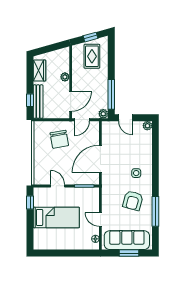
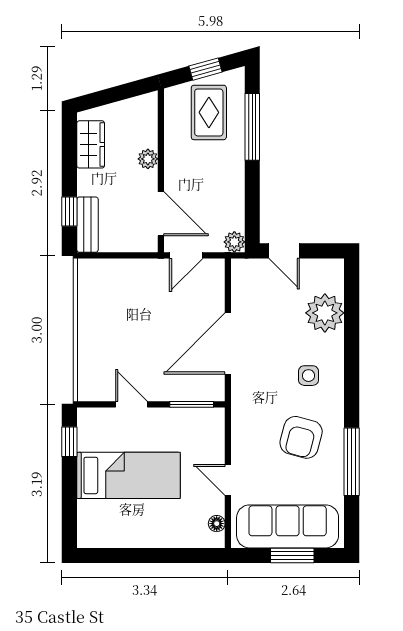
window: (111, 94) -> (252, 127), moved
door: (71, 101) -> (161, 214), hinge flipped
bench: (38, 102) -> (87, 225), width x0.73
plant: (147, 126) -> (325, 313), moved, width x1.87, depth x1.87
chair: (59, 139) -> (135, 299), removed

